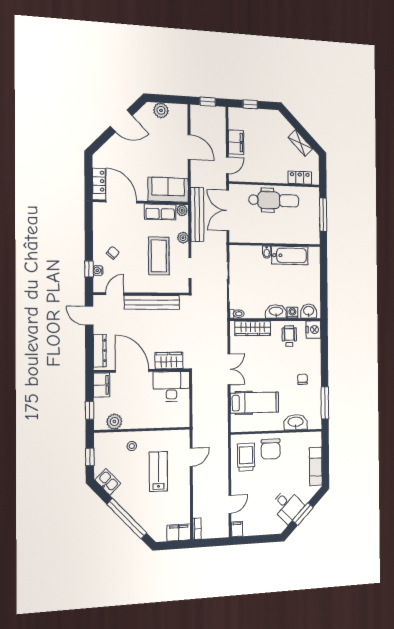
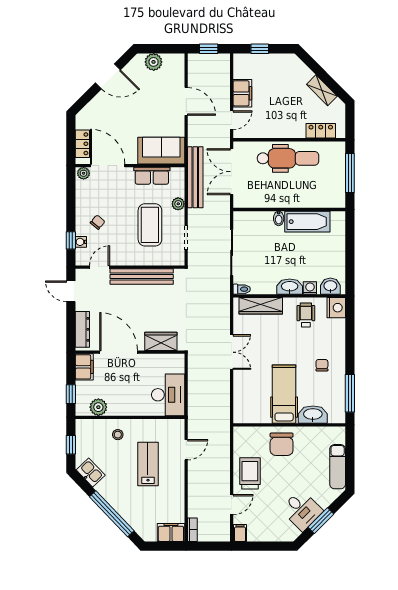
plant: (182, 210) -> (84, 173), moved
desk: (171, 386) -> (168, 395), moved, turned 90
hospital bed: (255, 403) -> (284, 394), moved, turned -90
trolley: (246, 457) -> (250, 473), moved

